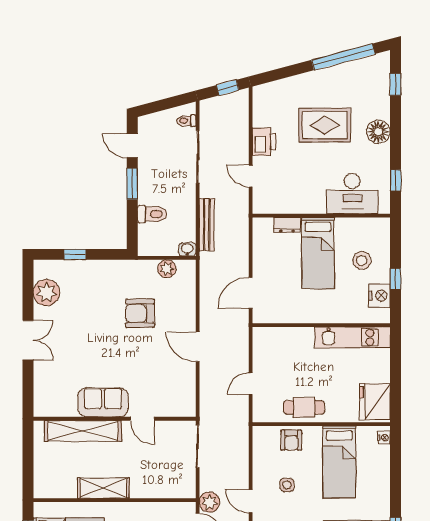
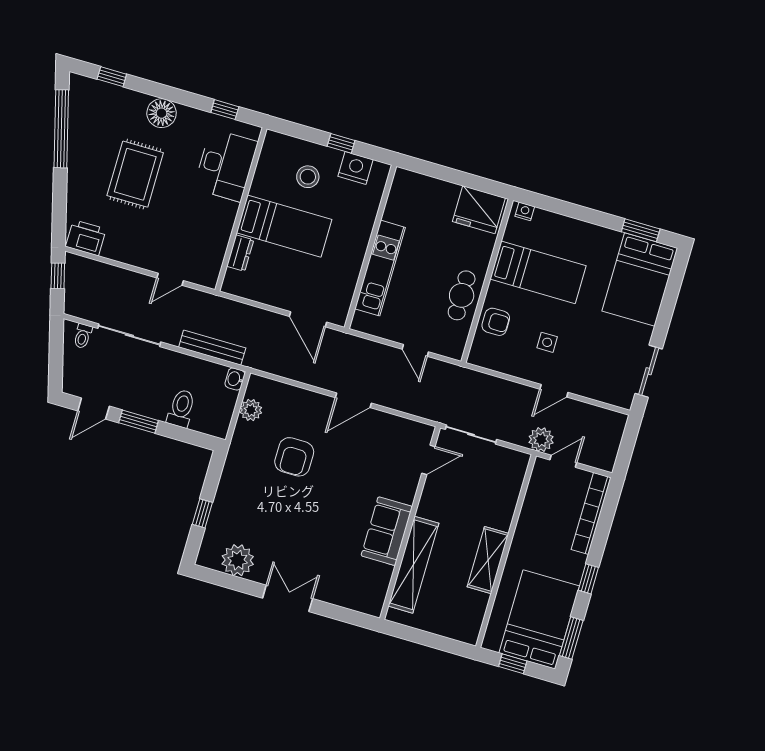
printer: (264, 142) -> (86, 238), moved
kitchen unit: (353, 337) -> (380, 268), moved
door: (142, 419) -> (428, 460), moved

